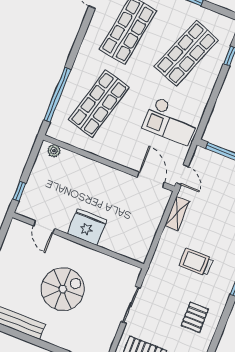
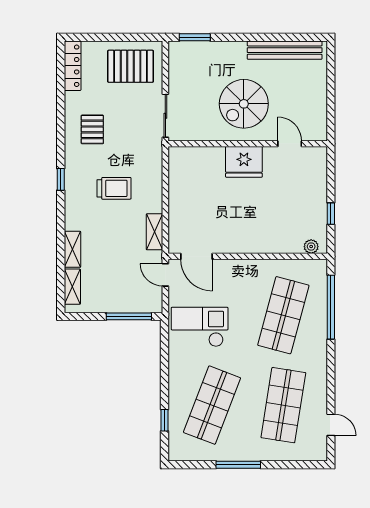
window: (19, 191) -> (331, 214), moved
door: (44, 227) -> (290, 144), moved
fridge: (87, 227) -> (244, 162), moved
wall: (78, 241) -> (248, 144), moved

